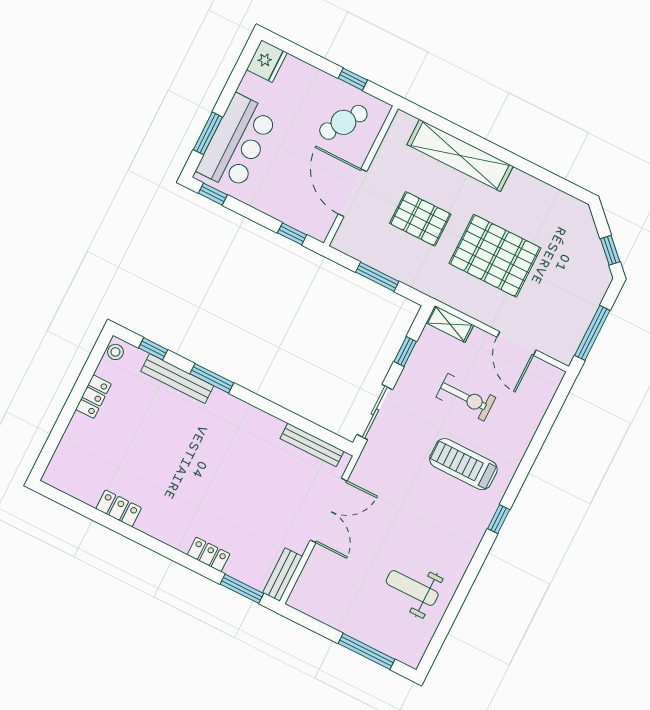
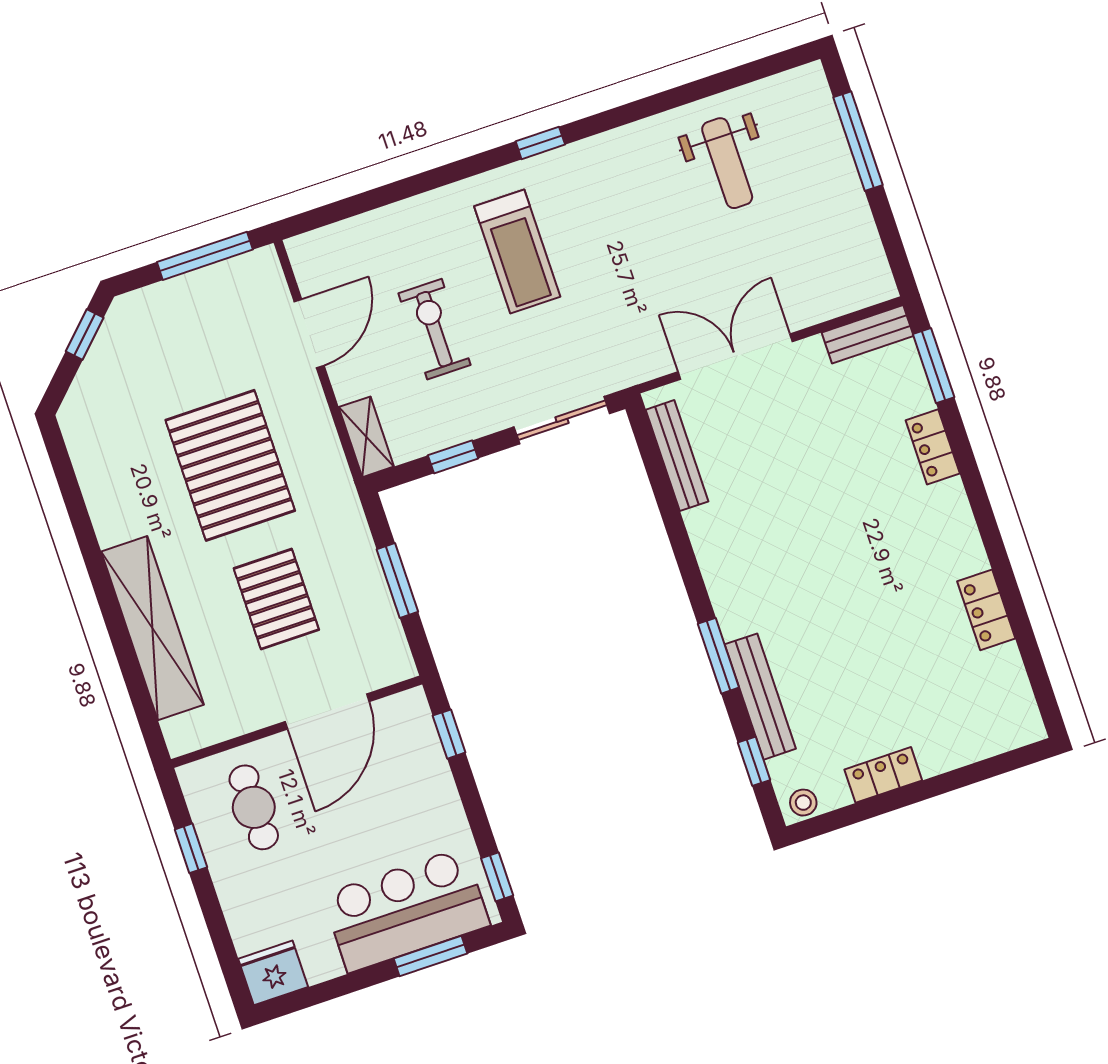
cafe table: (343, 122) -> (254, 807), turned 56

